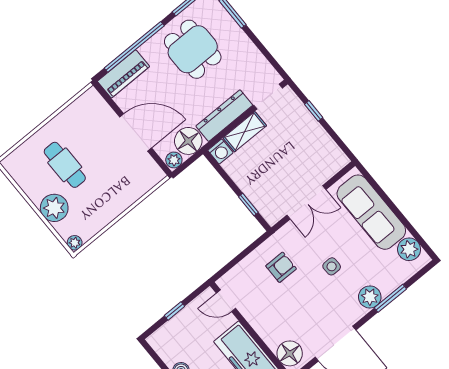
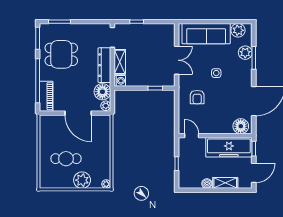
door: (136, 132) -> (78, 113), swing flipped
armchair: (281, 267) -> (197, 97), turned 180
plant: (370, 297) -> (245, 53), moved
door: (226, 301) -> (192, 136), swing flipped

